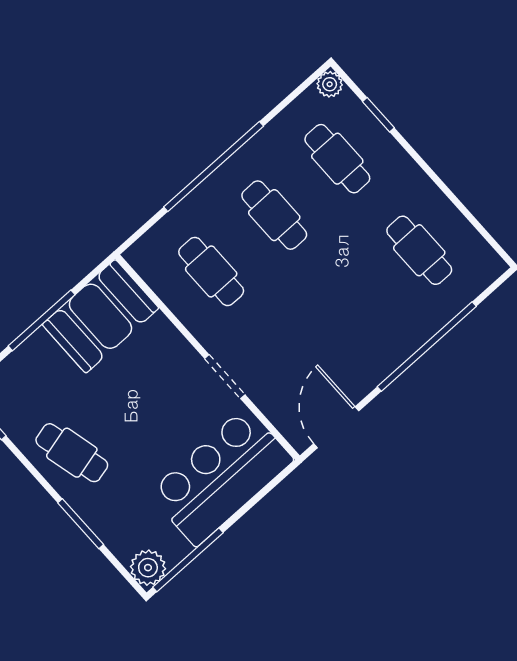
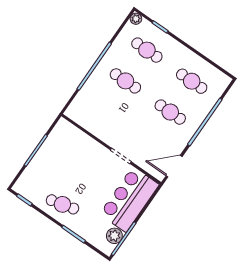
cafe table: (211, 271) -> (170, 112), moved
booth: (100, 316) -> (61, 142), removed
door: (336, 427) -> (174, 166), hinge flipped
plant: (148, 568) -> (114, 236), moved

